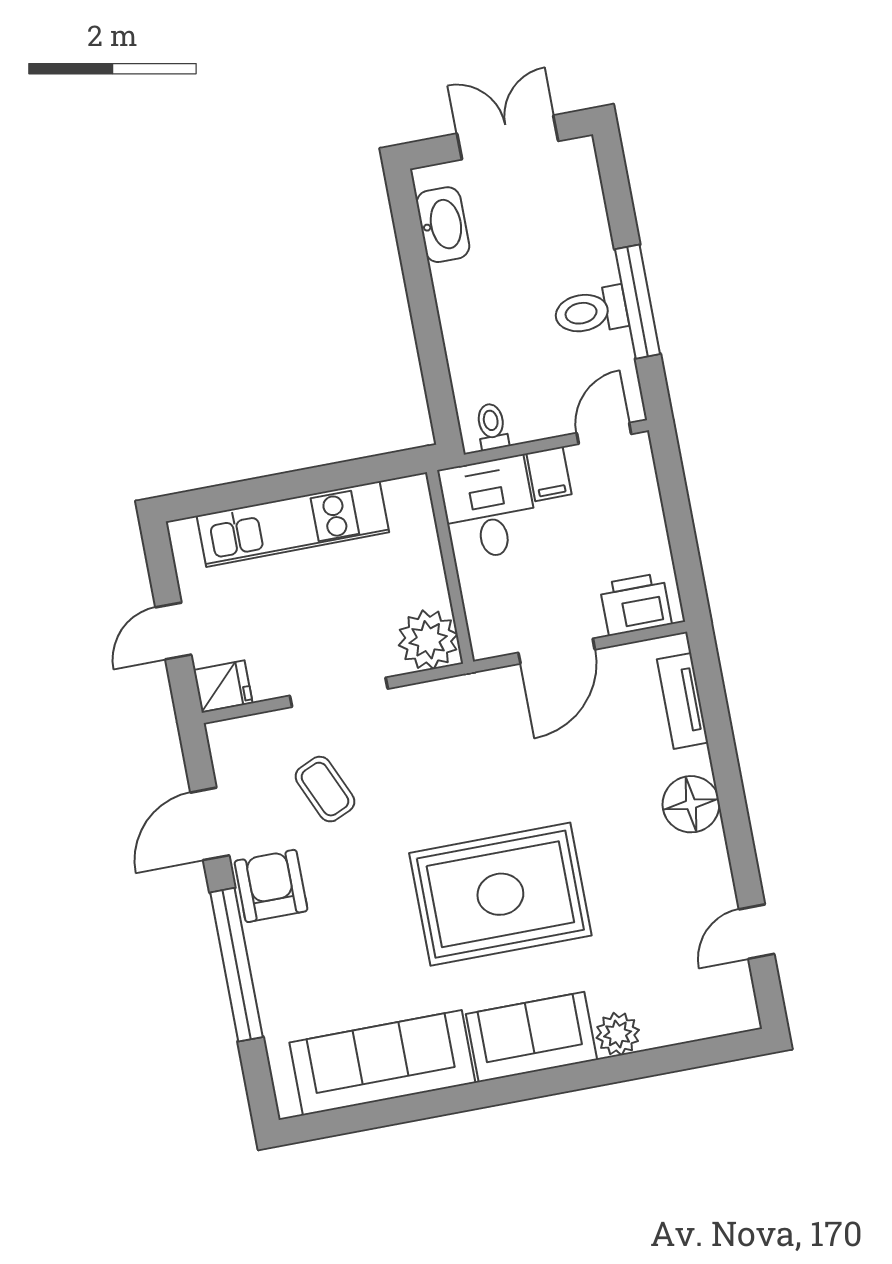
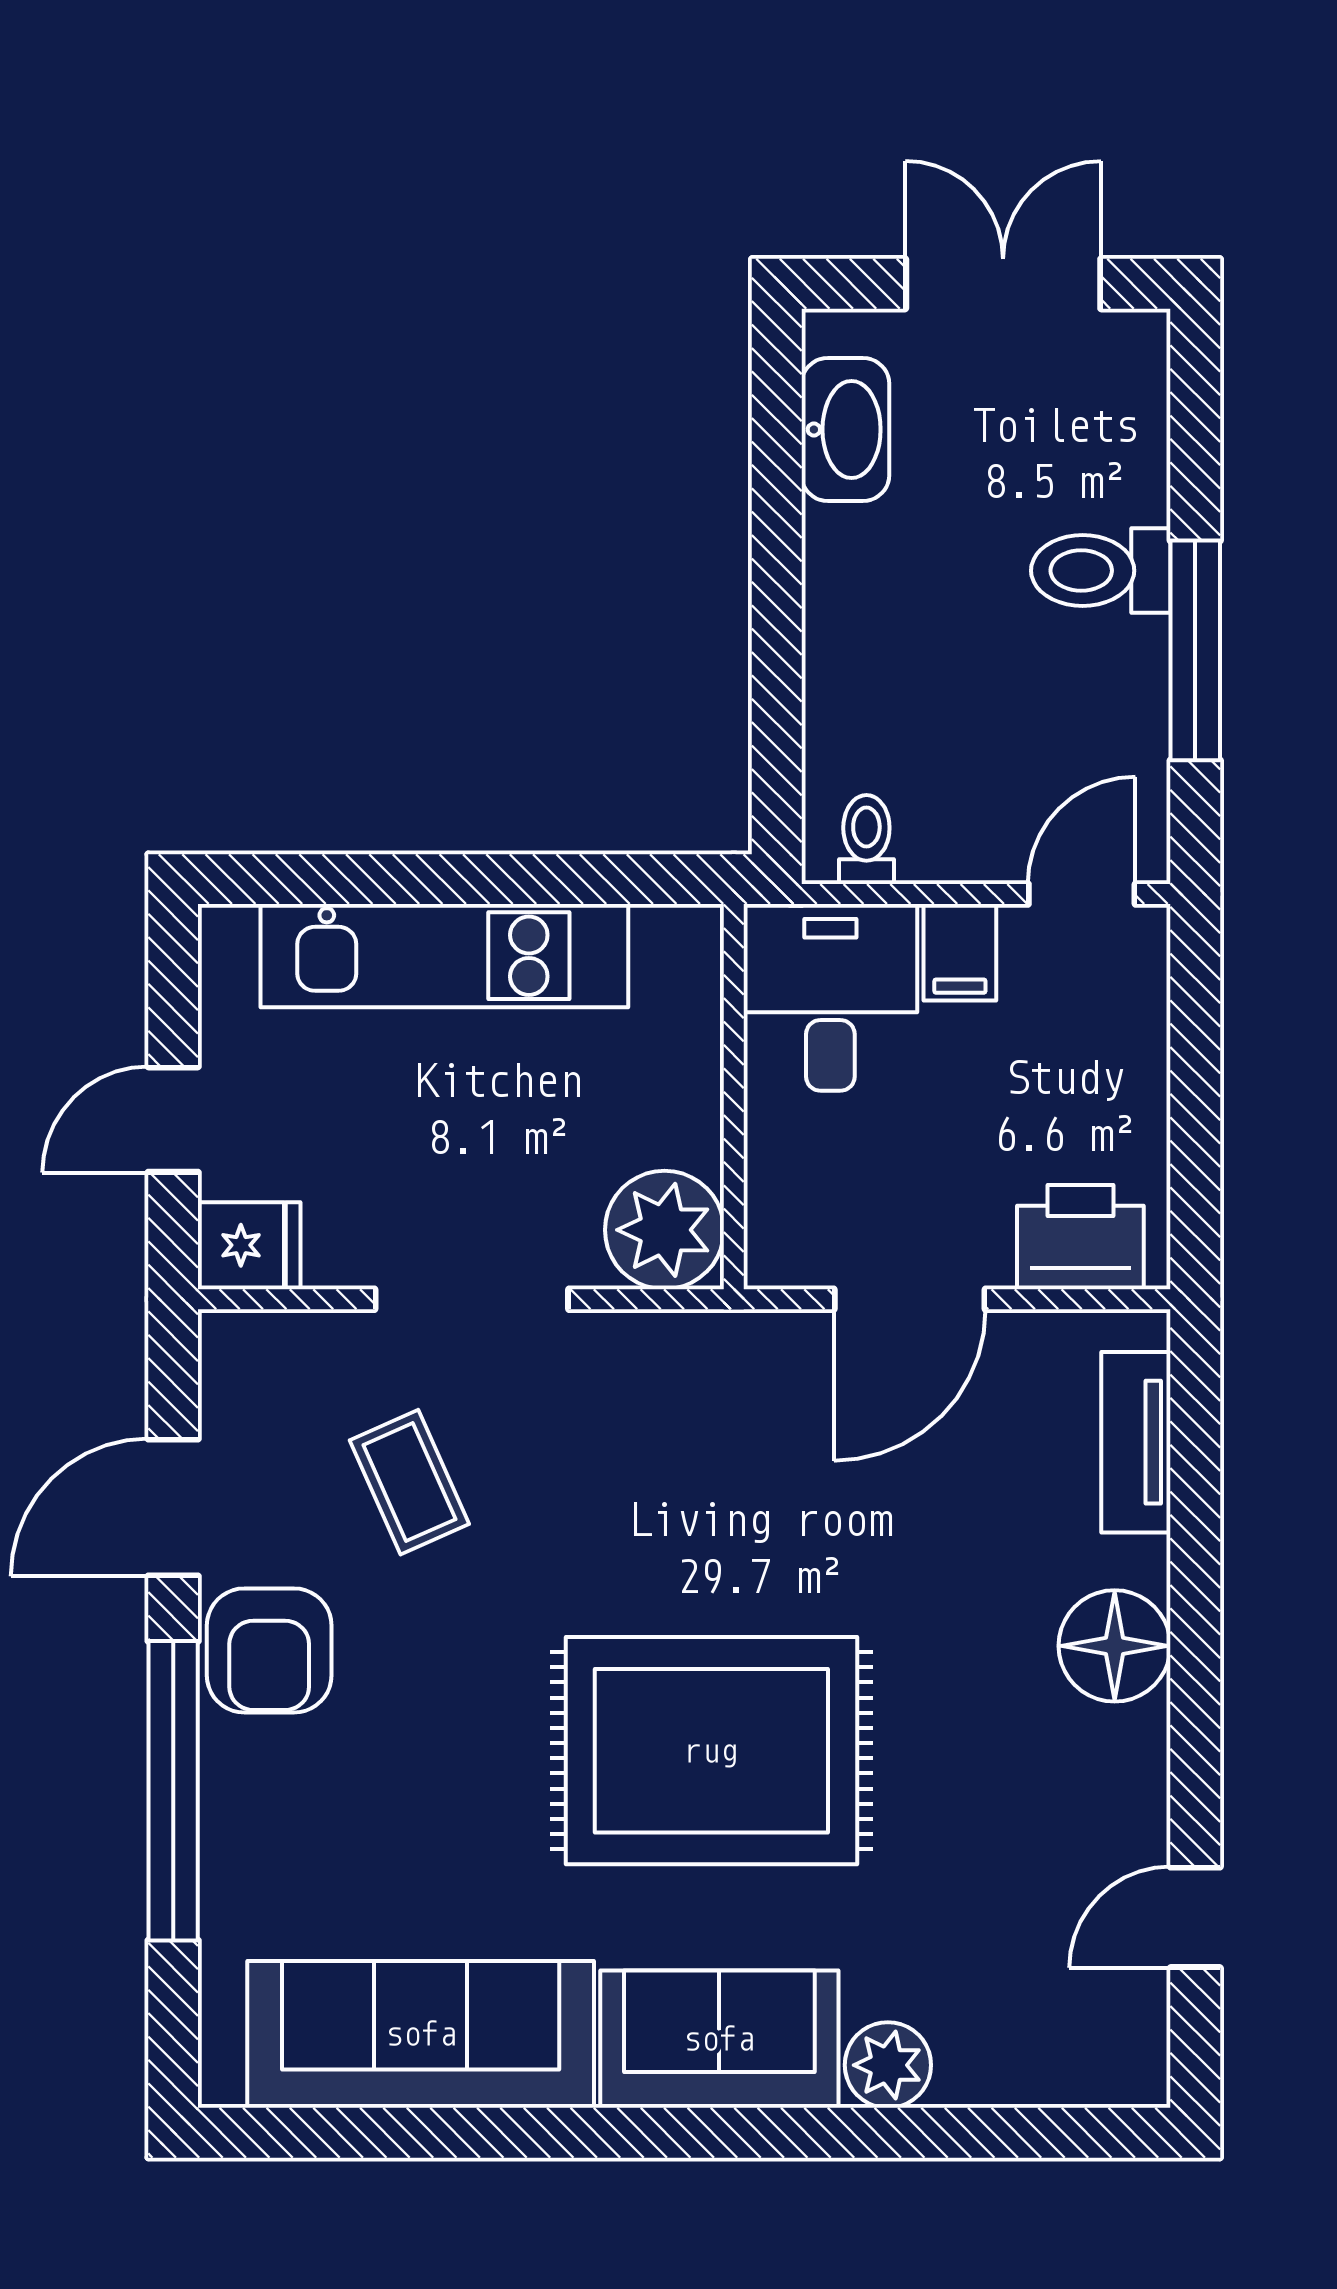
toilet: (591, 311) -> (1101, 571), moved
armchair: (271, 886) -> (269, 1650), turned 180

